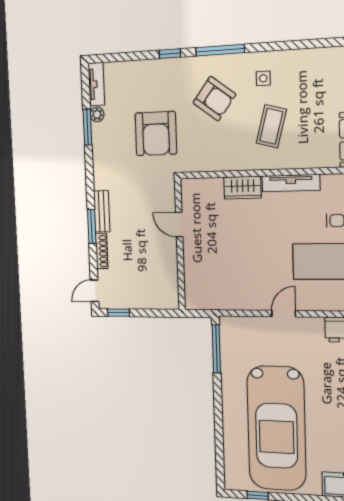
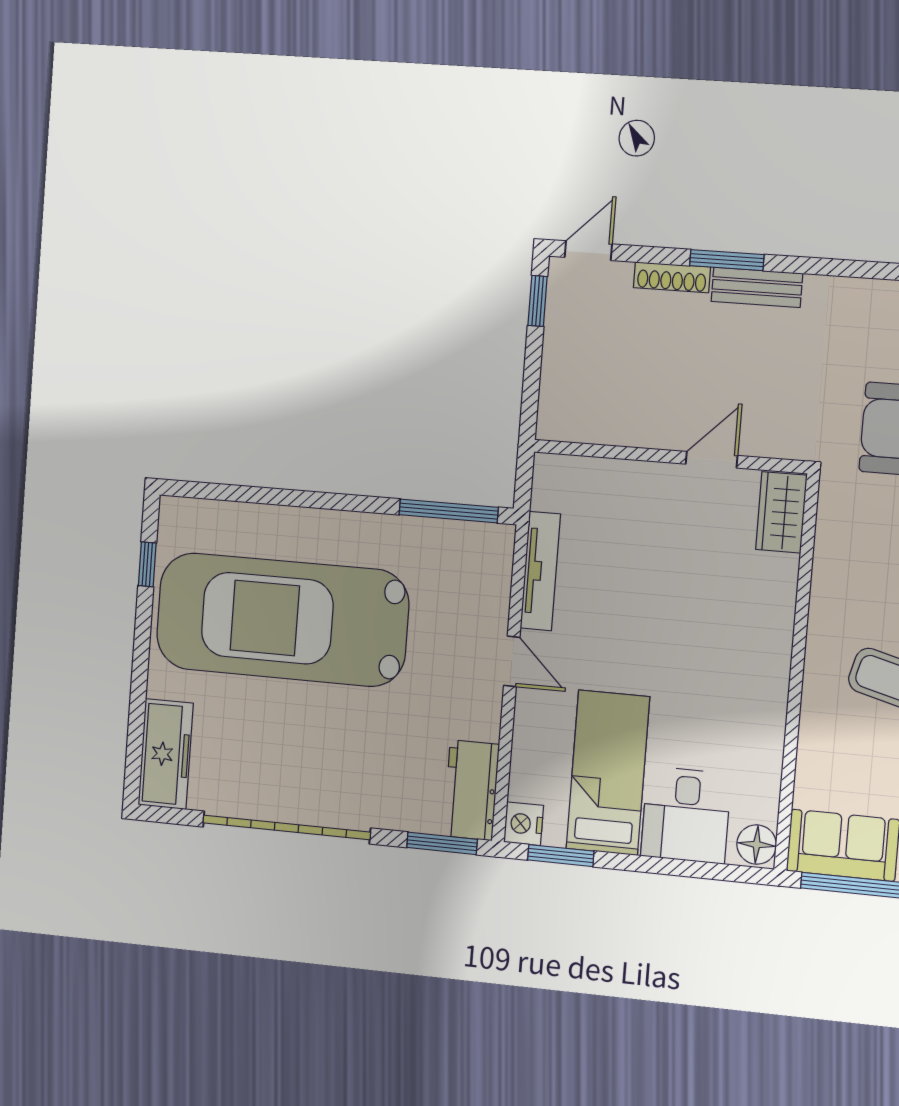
tv unit: (291, 183) -> (540, 571), moved, turned 180
wardrobe: (242, 188) -> (781, 512), moved
door: (95, 291) -> (588, 251), hinge flipped

